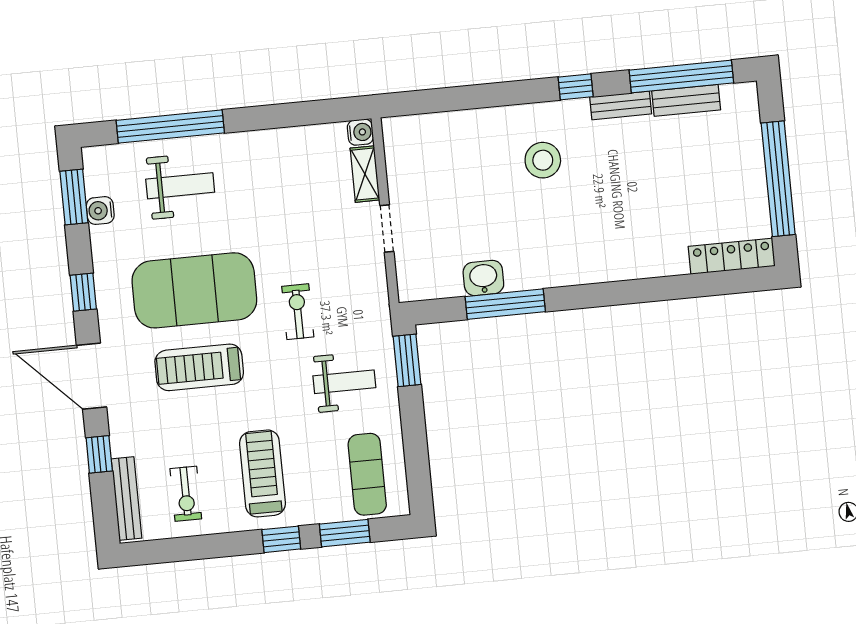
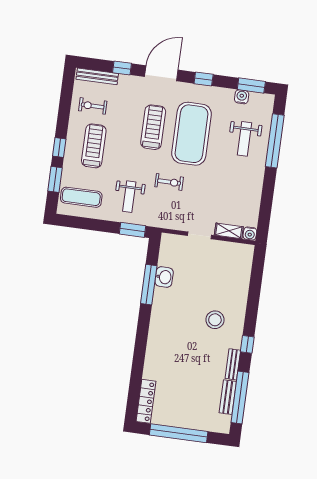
treadmill: (262, 473) -> (94, 146), turned -90

